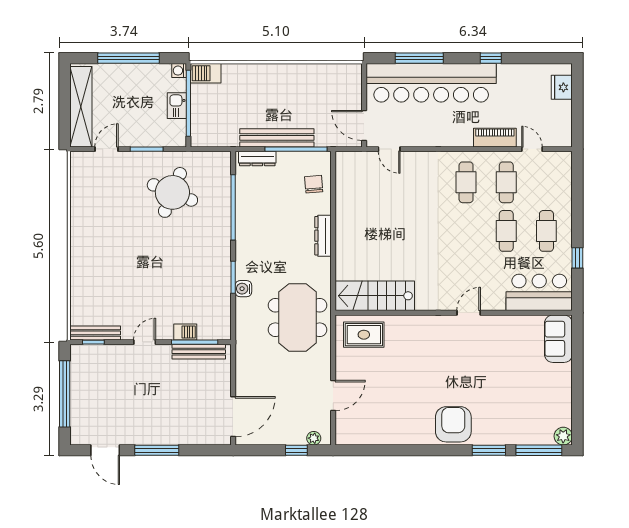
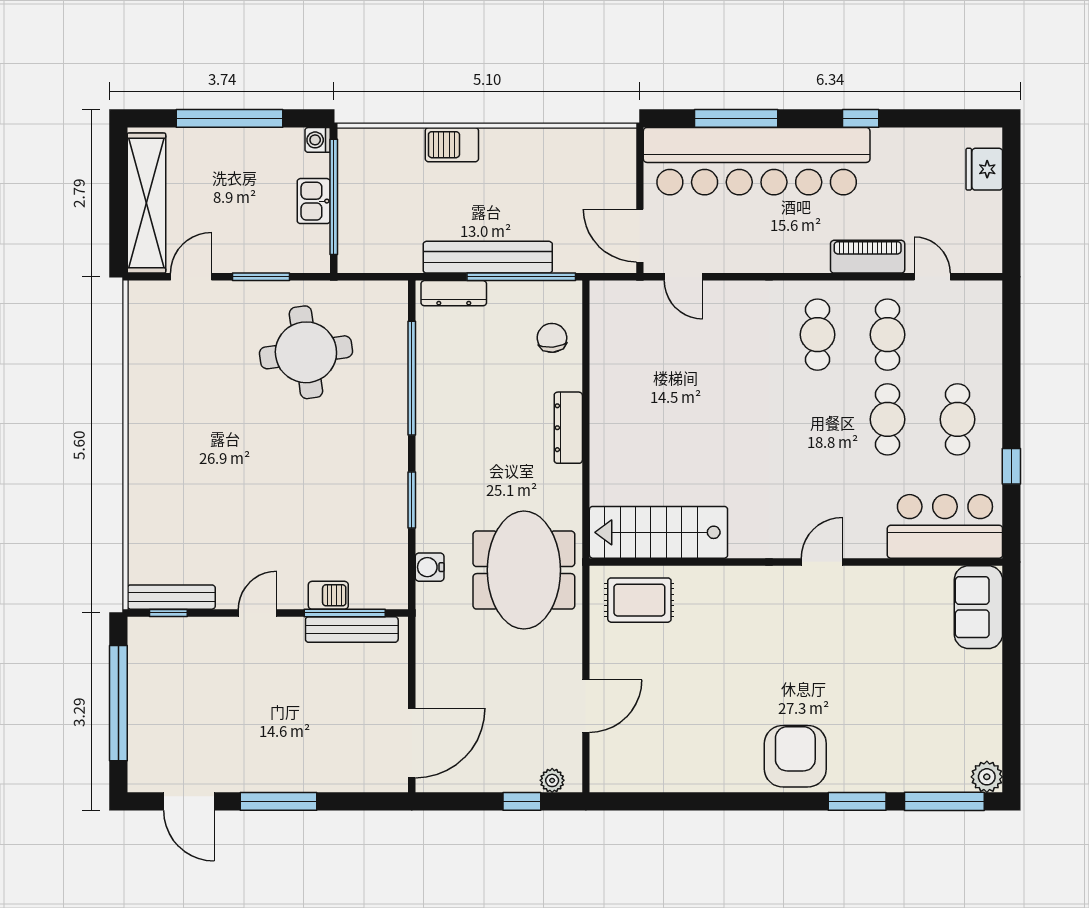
barbecue: (206, 73) -> (452, 145), moved
round table: (172, 192) -> (306, 352), turned -30
water cooler: (243, 289) -> (430, 567), moved

